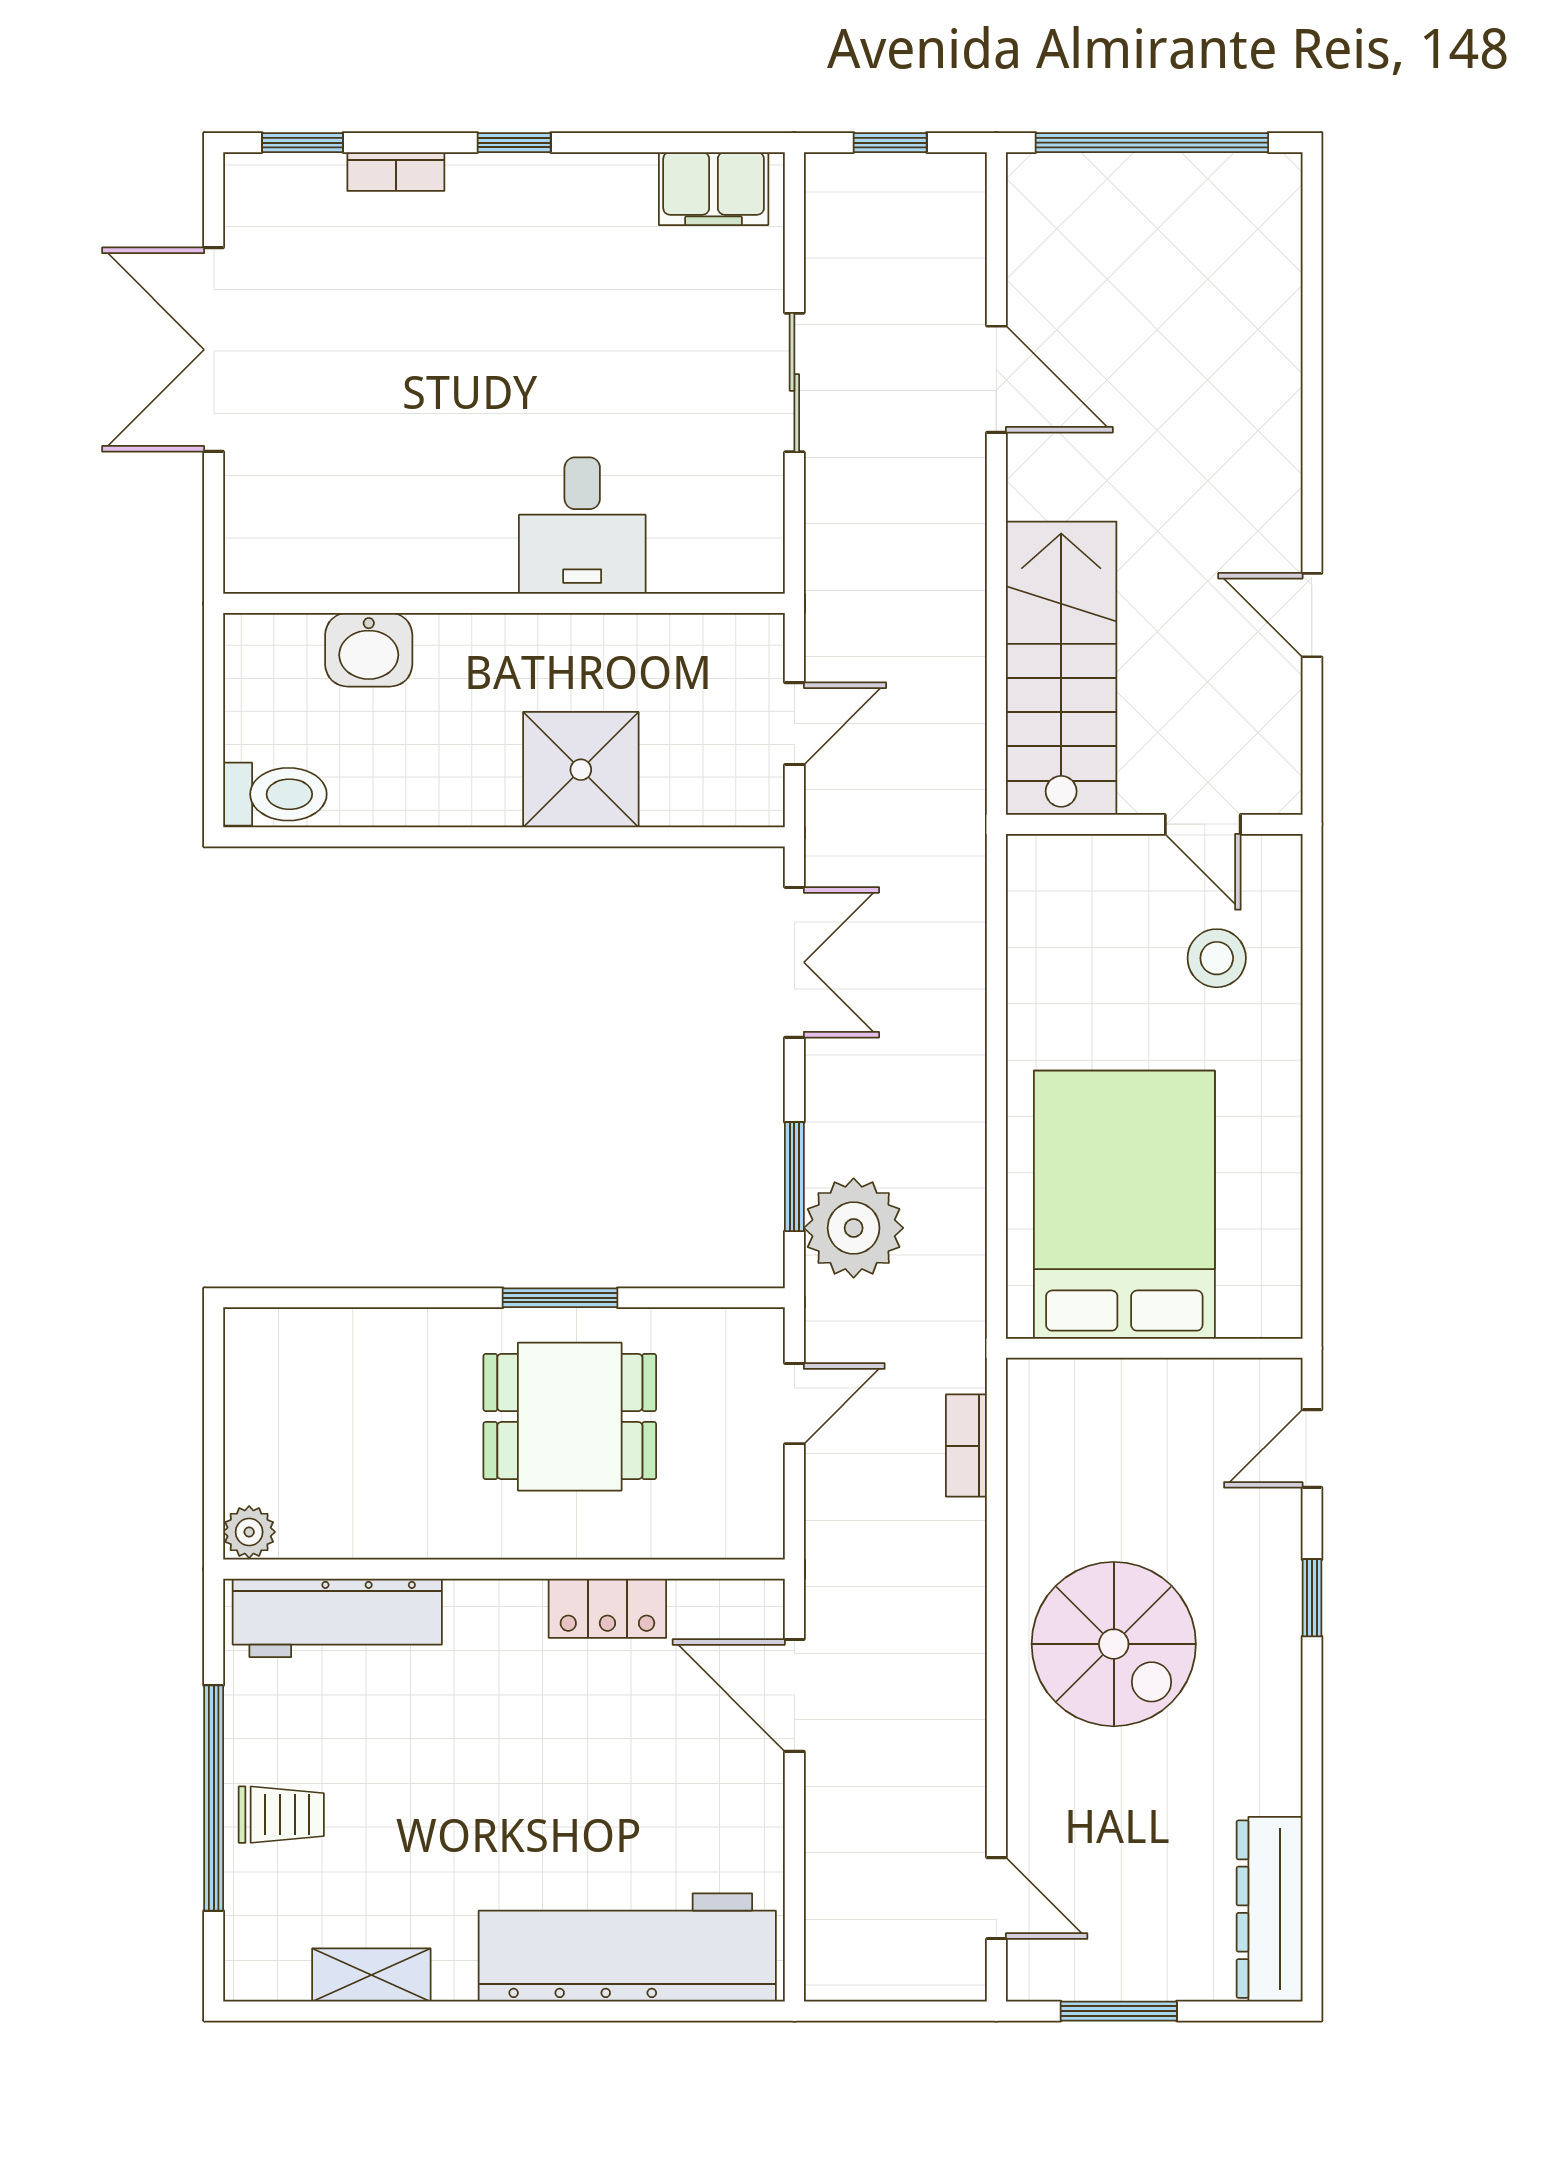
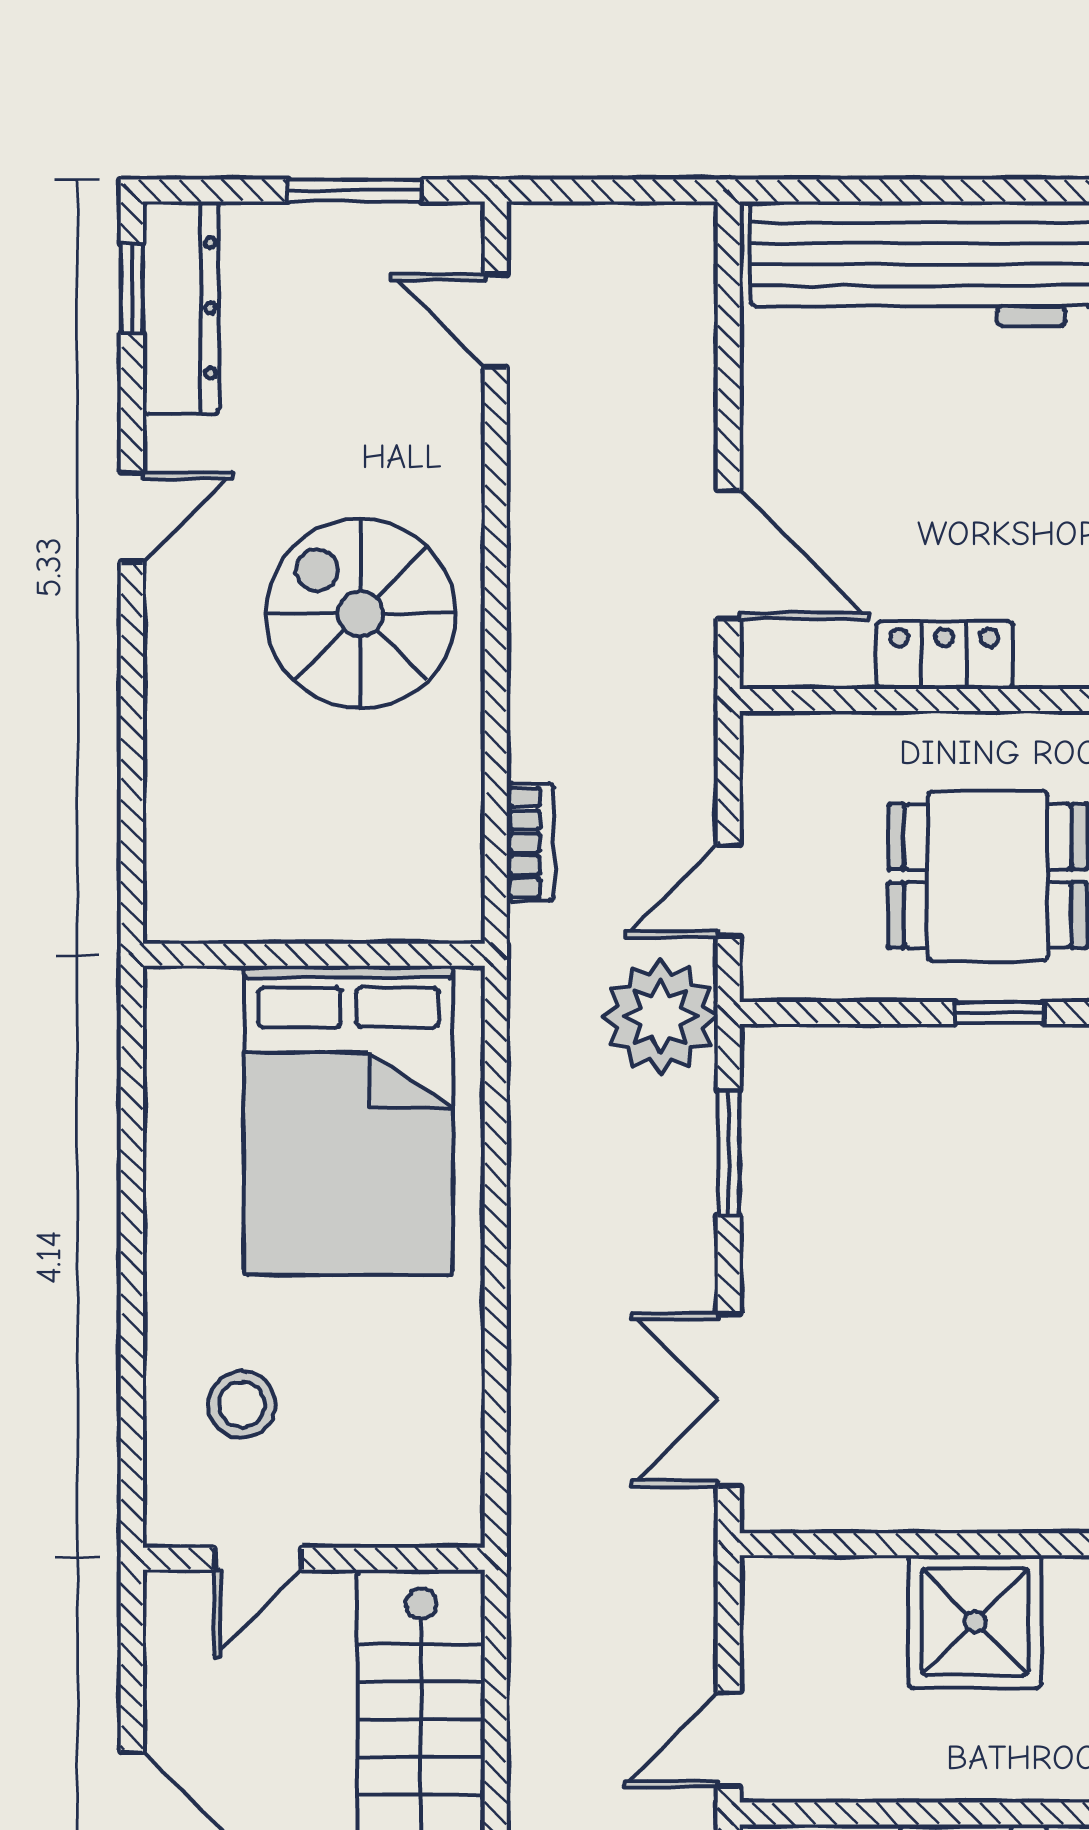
door: (794, 724) -> (729, 1740), moved
door: (1203, 824) -> (258, 1559), swing flipped
plant: (854, 1228) -> (660, 1017), moved
window: (560, 1298) -> (999, 1013), width x0.67
door: (1312, 1449) -> (132, 517), moved
window: (1312, 1598) -> (132, 288), moved

